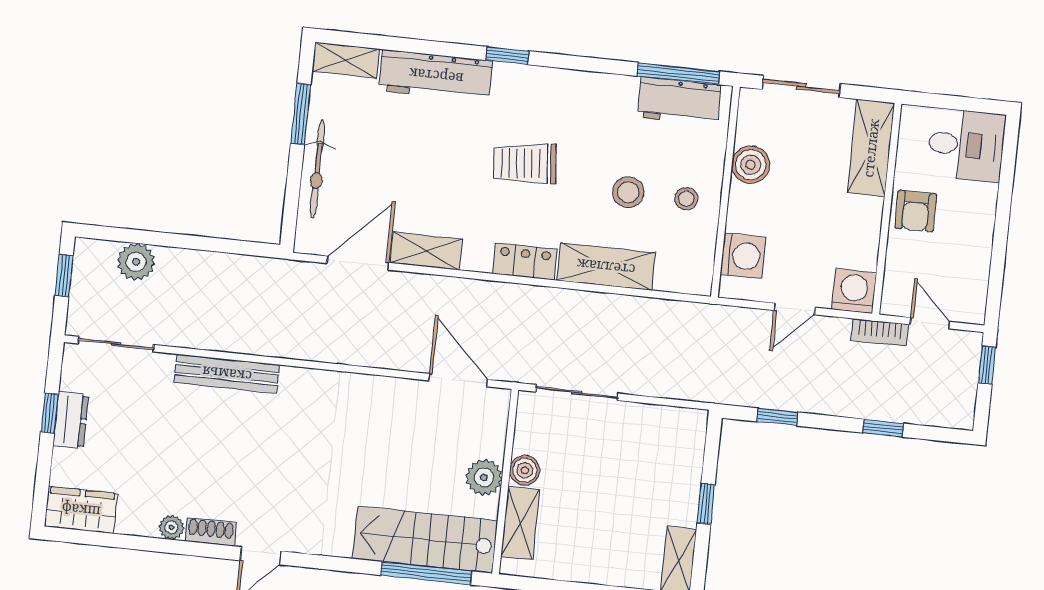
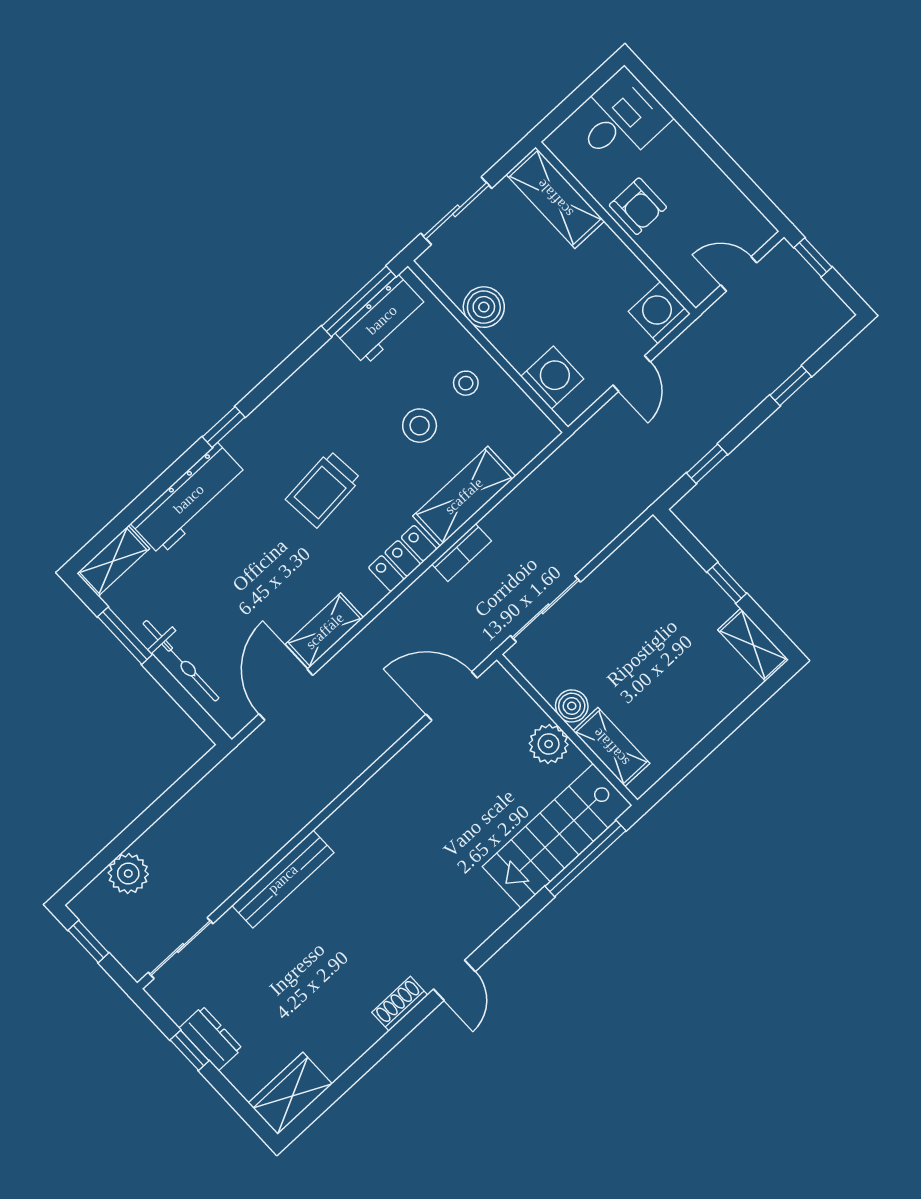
bookcase: (880, 332) -> (462, 553), moved
plant: (171, 527) -> (368, 1032), removed

